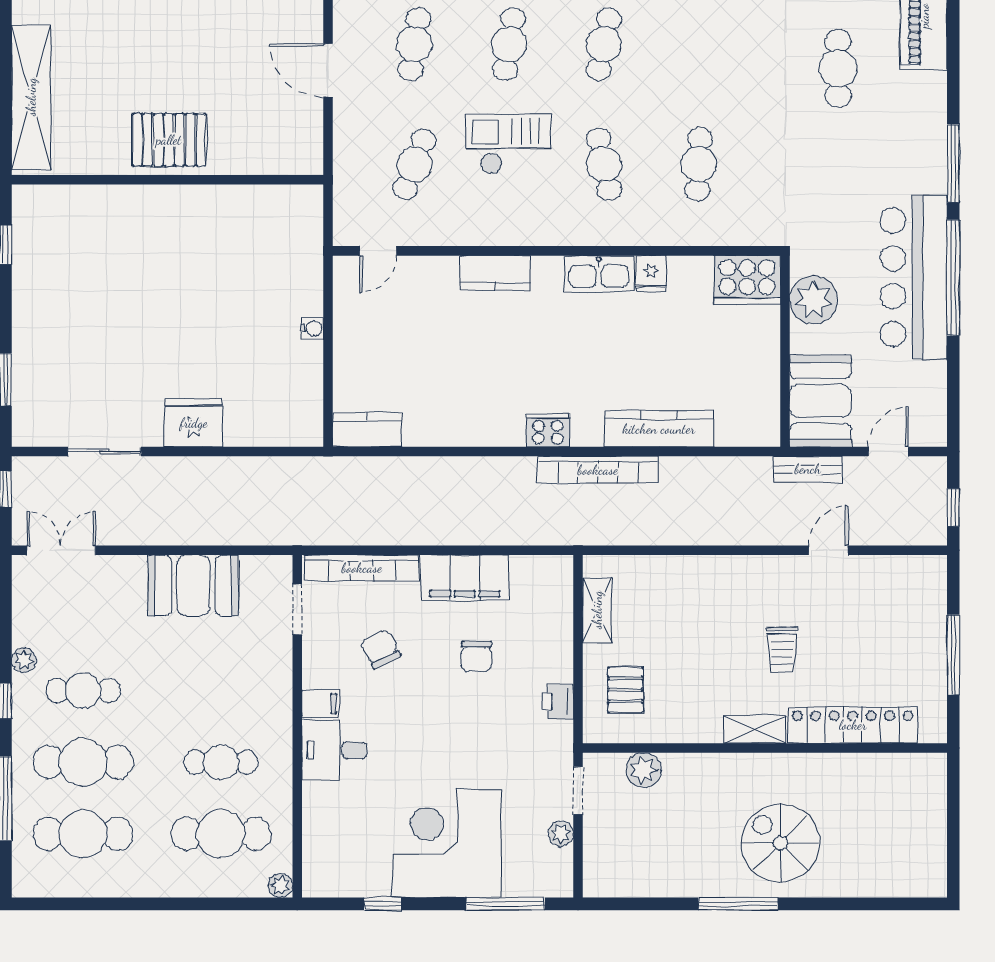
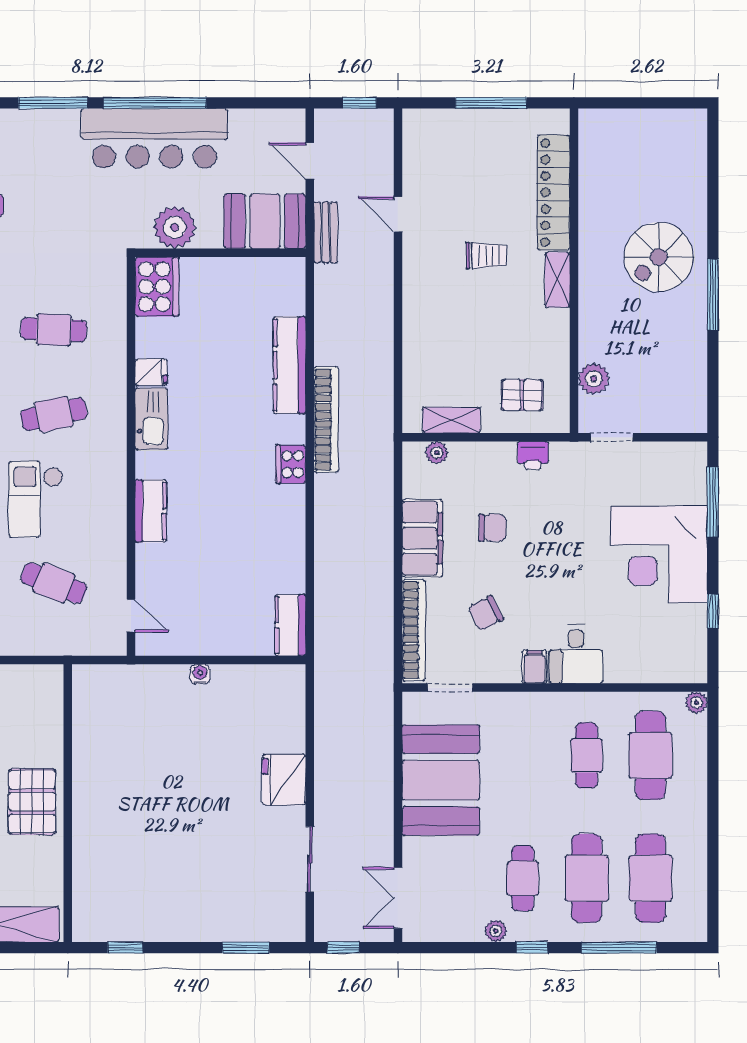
booth: (193, 586) -> (441, 780), width x1.36, depth x1.42
plant: (561, 834) -> (437, 453), moved

